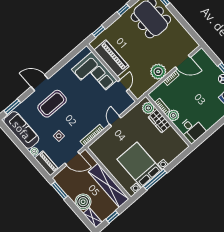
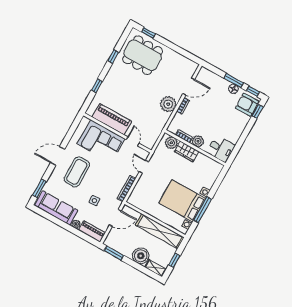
piano: (111, 58) -> (112, 119), moved
wall: (112, 73) -> (117, 133), moved
corner sofa: (94, 75) -> (101, 141), moved
door: (123, 85) -> (133, 141), moved

